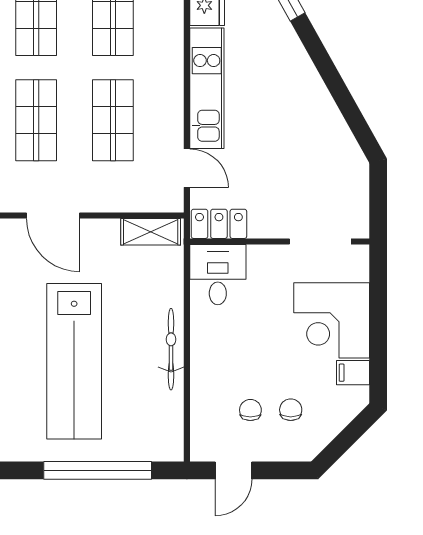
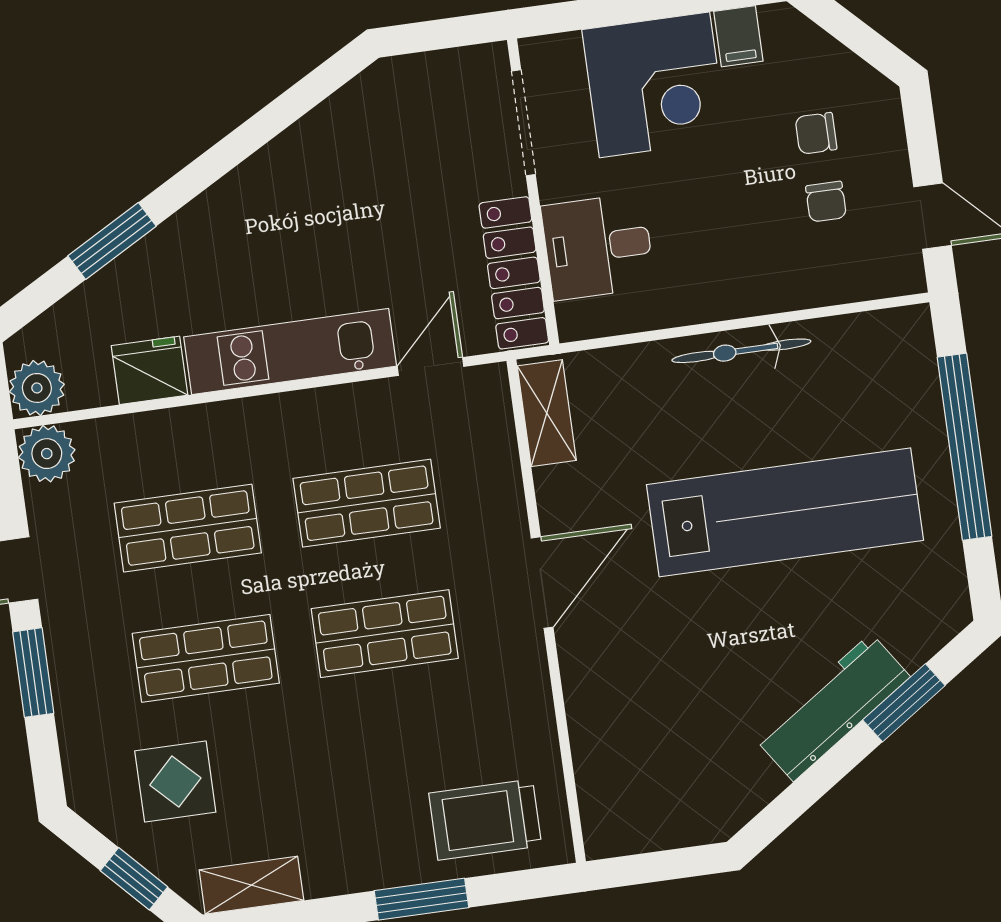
locker: (219, 224) -> (514, 273), width x1.53
desk: (218, 275) -> (598, 247), moved
chair: (250, 410) -> (826, 202), turned -90

